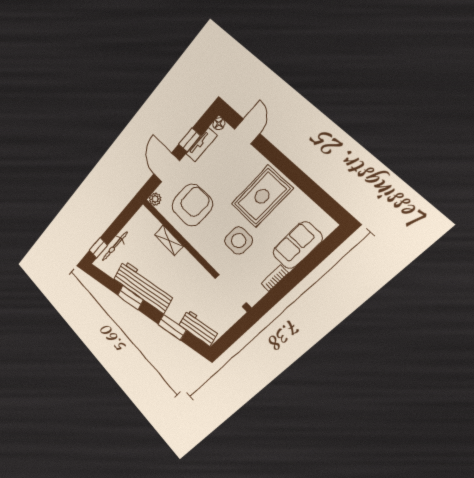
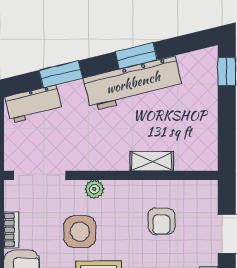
plant: (155, 199) -> (94, 189), moved
armchair: (192, 205) -> (161, 221), width x0.53, depth x0.53
bicycle: (115, 246) -> (208, 93), removed

